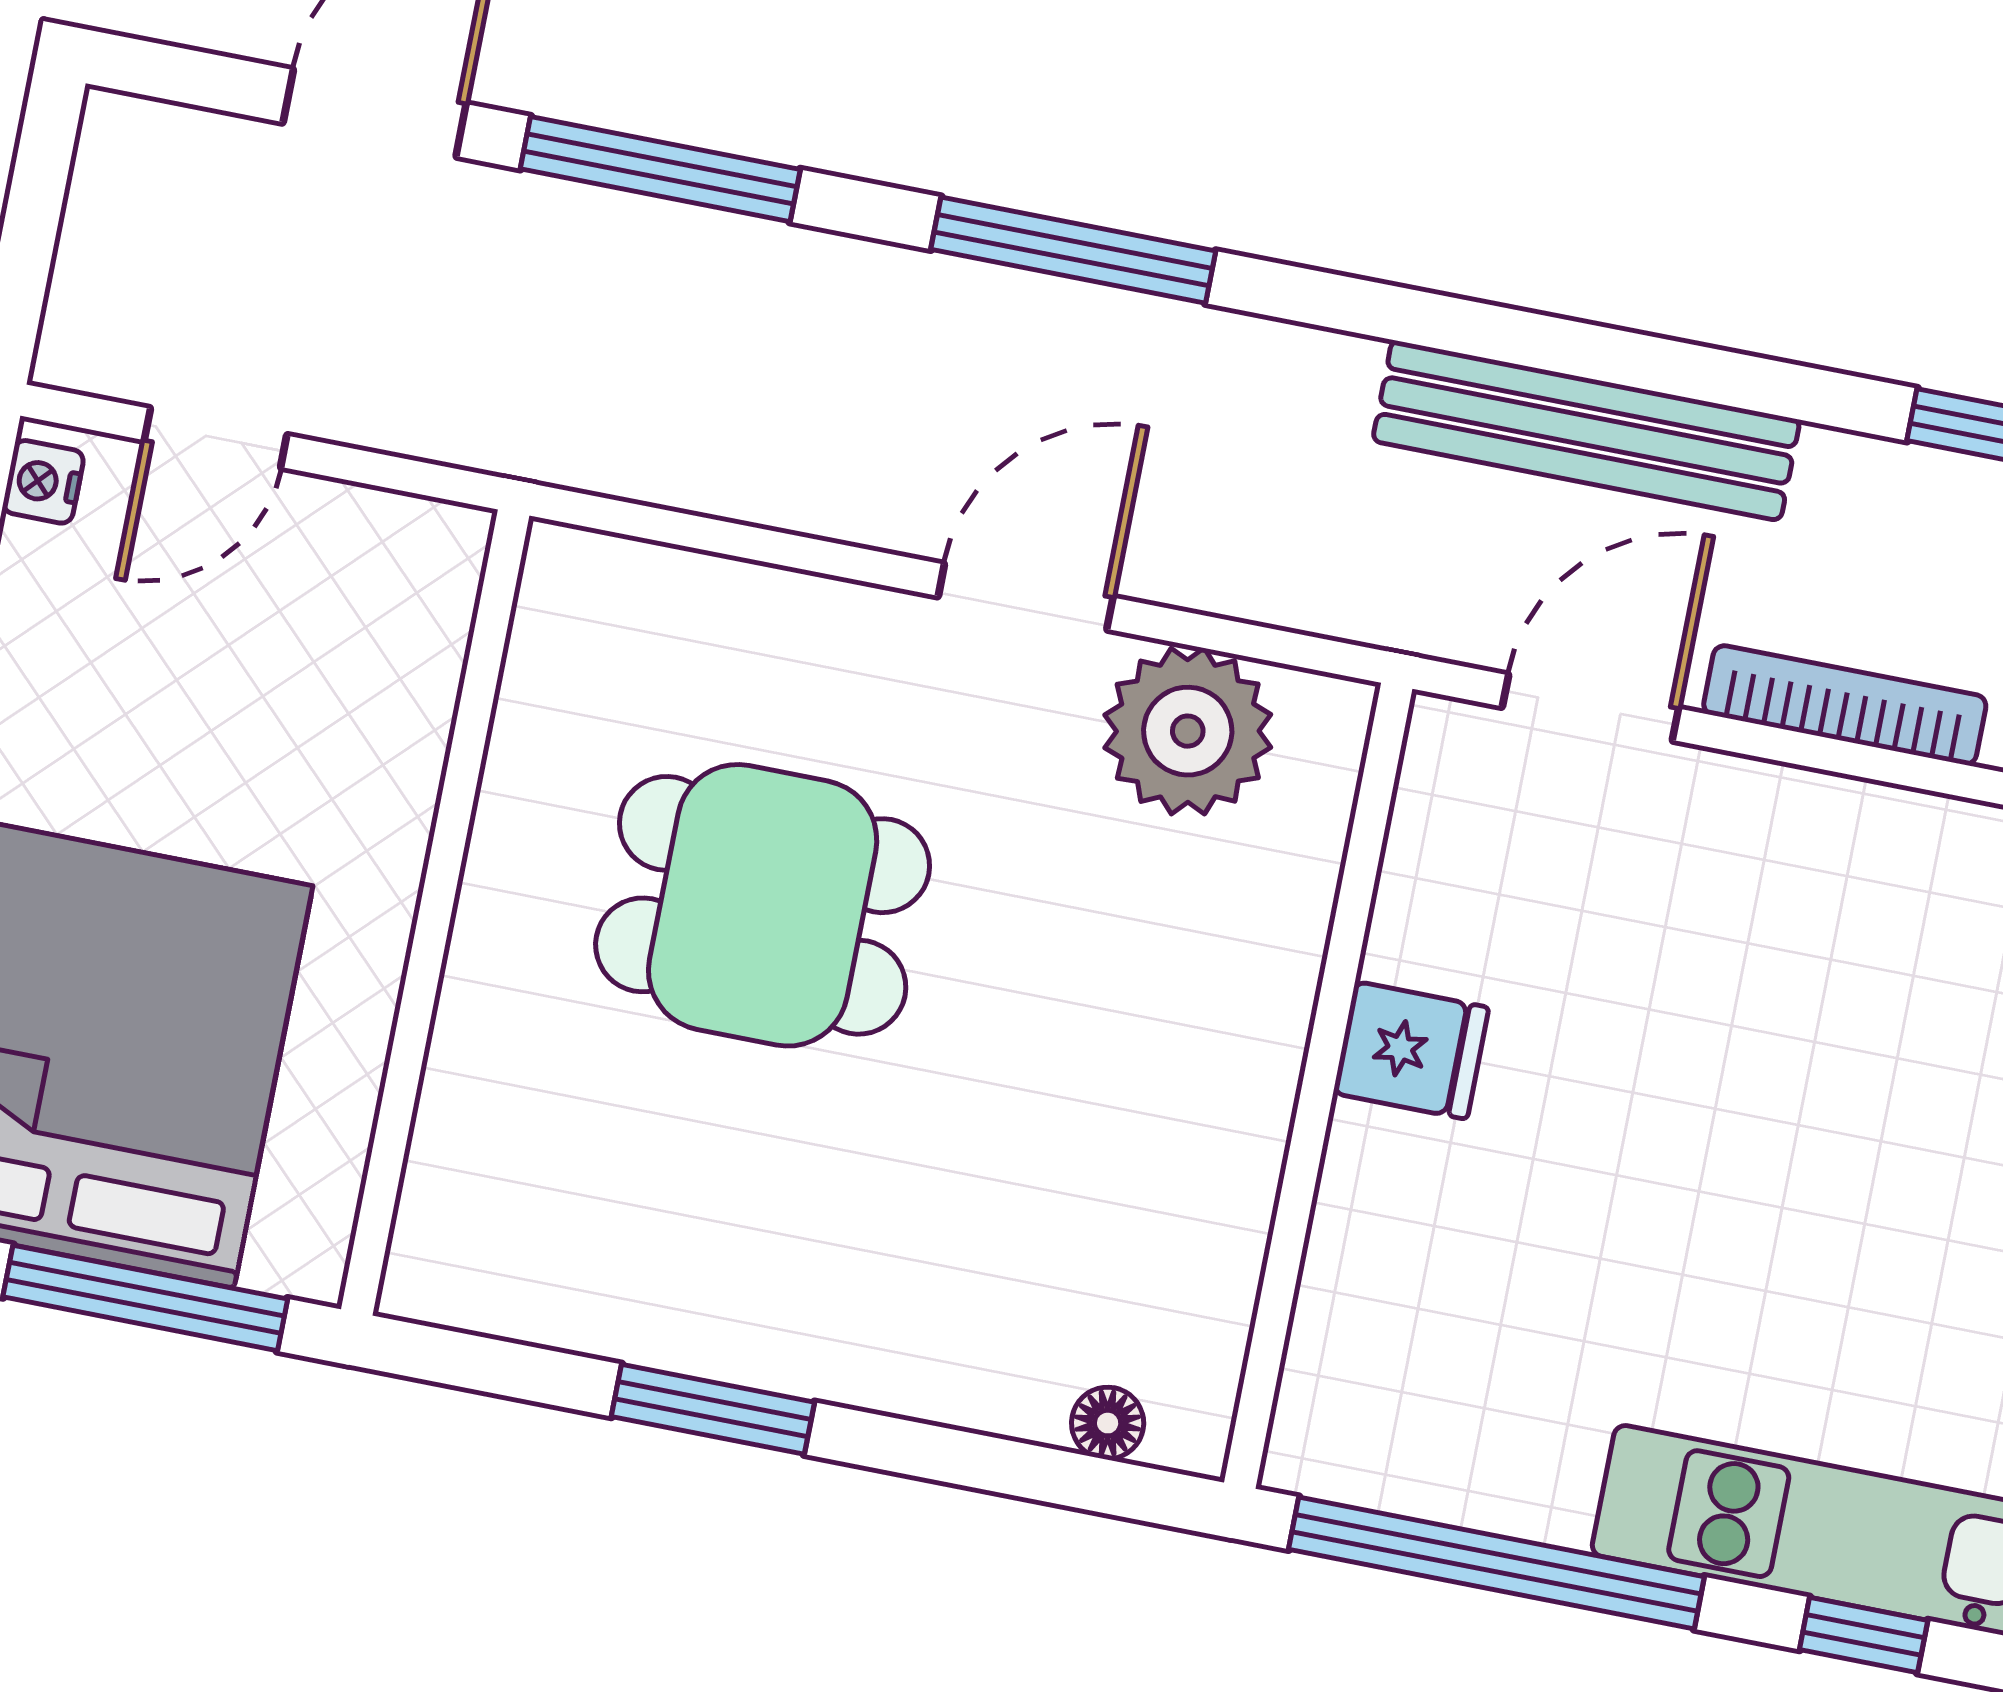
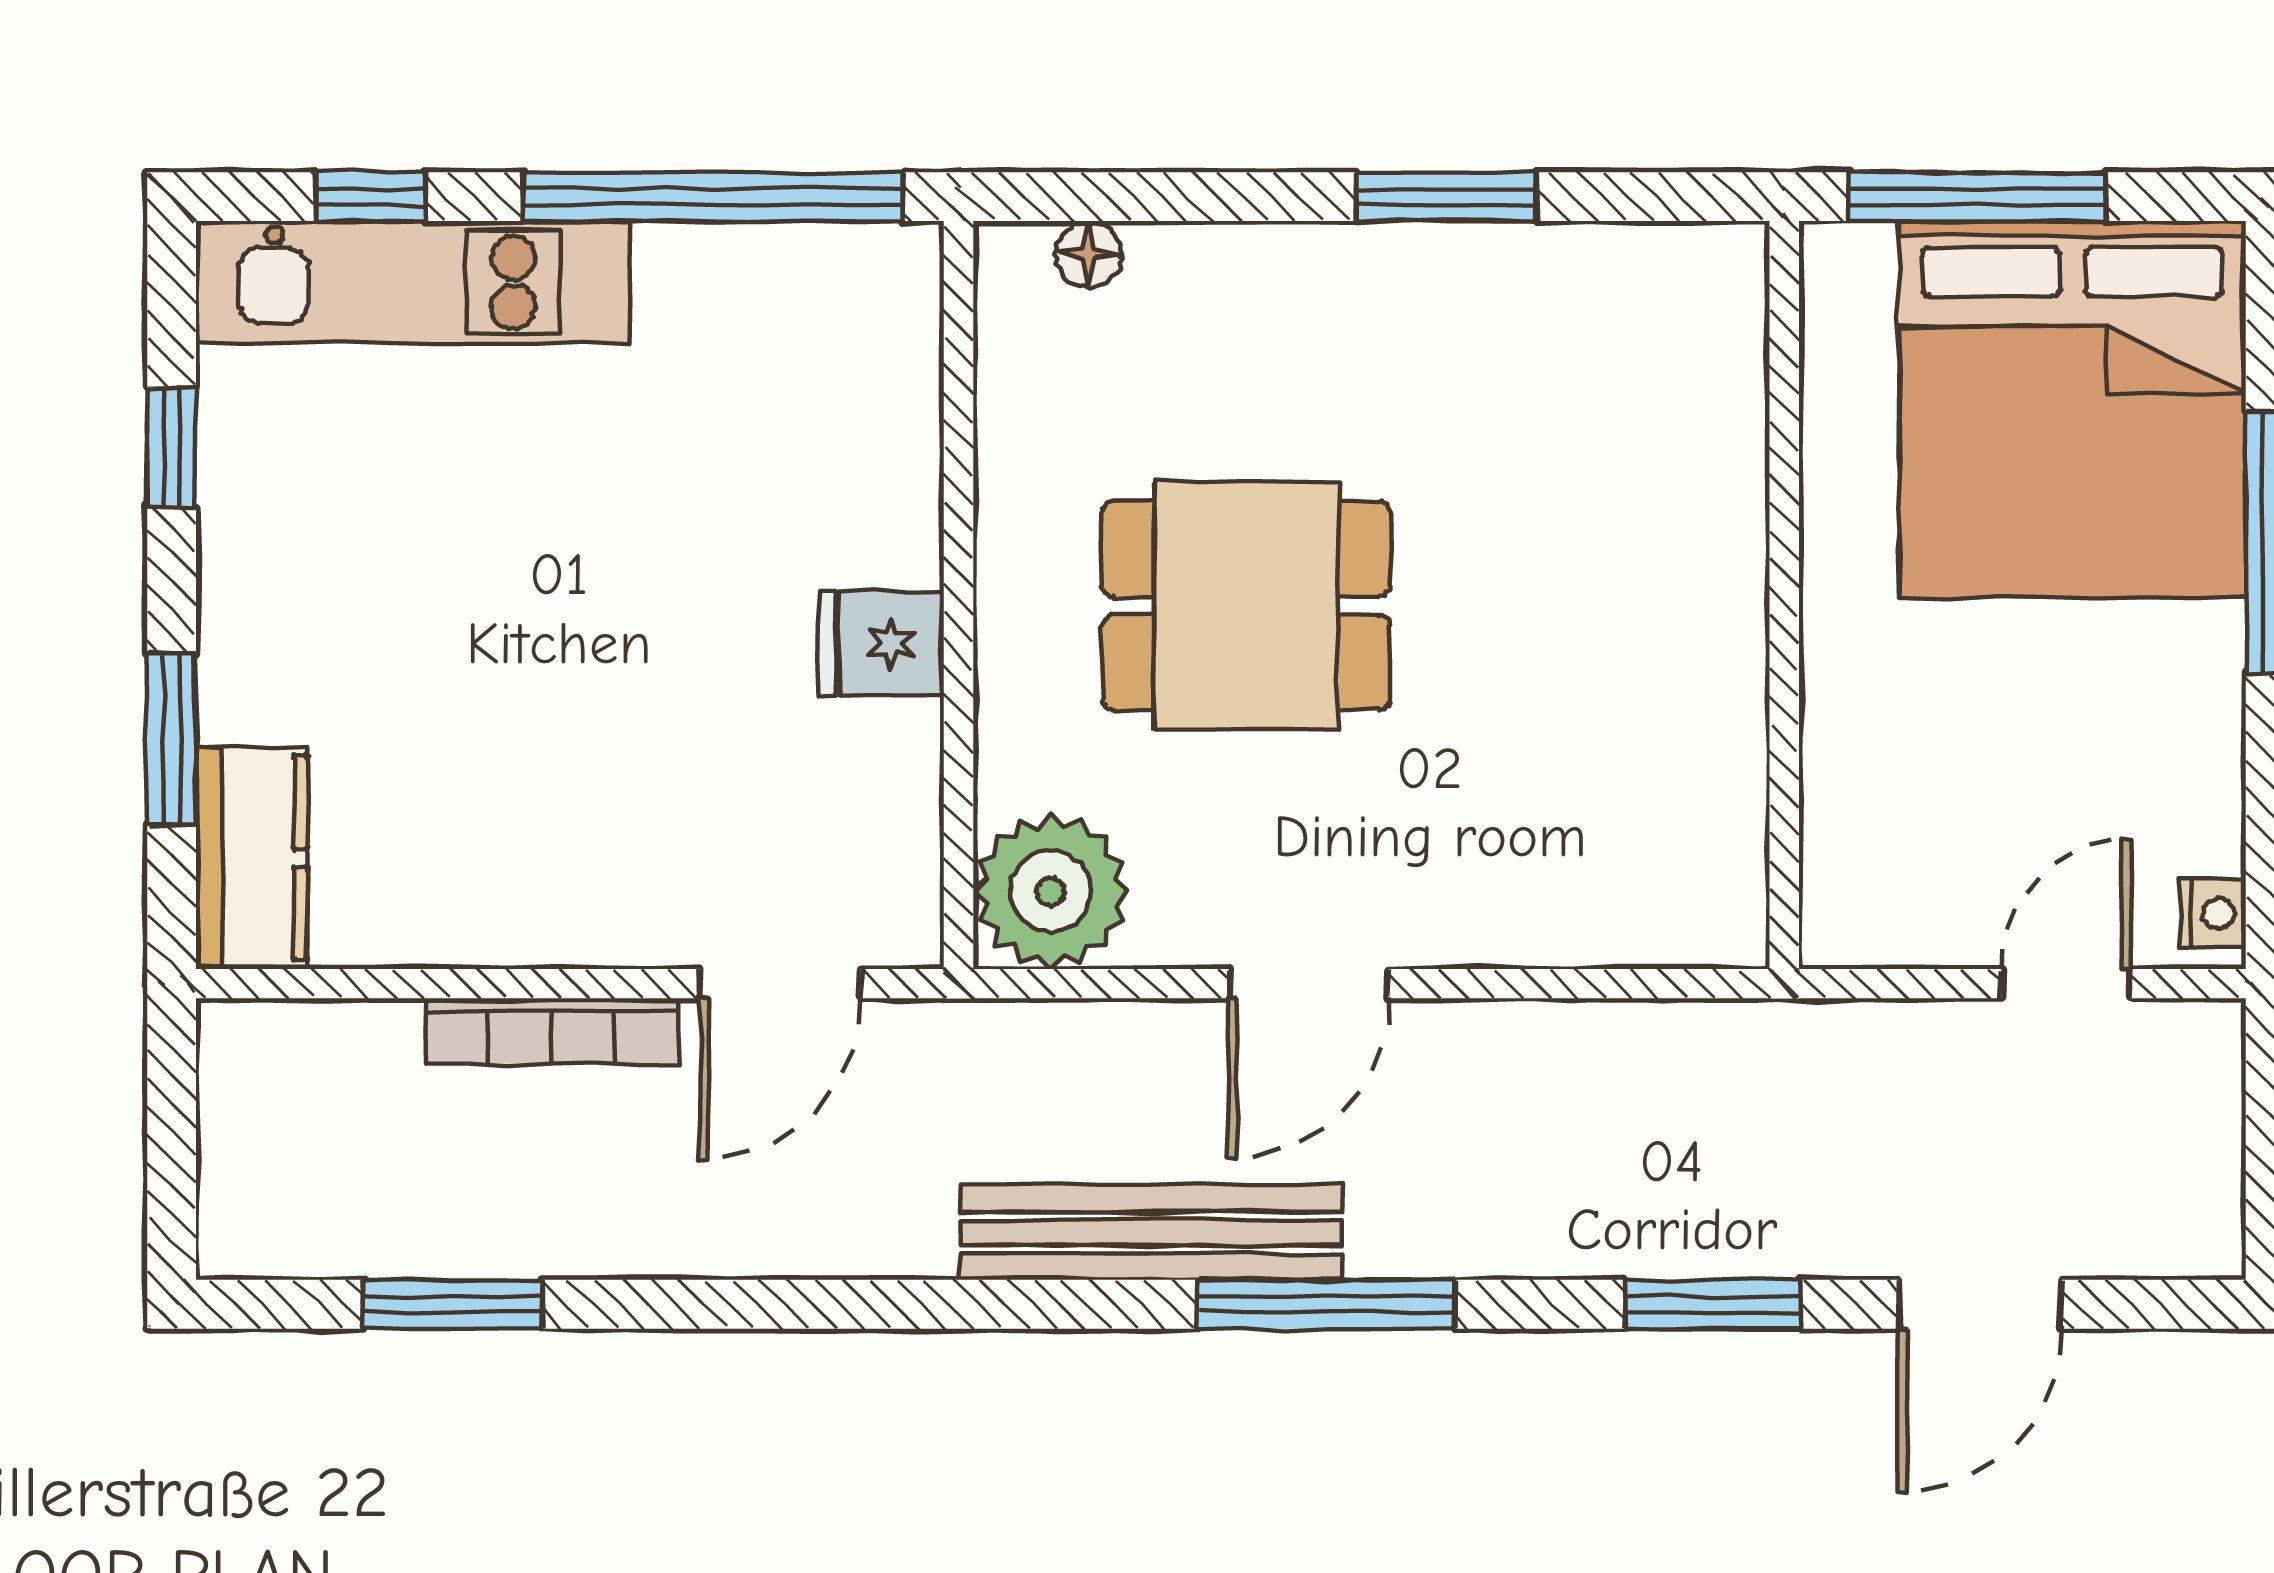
window: (660, 169) -> (1713, 1304), width x0.69
bench: (1586, 430) -> (1151, 1232), moved
plant: (1188, 731) -> (1051, 891), moved
dining table: (763, 905) -> (1246, 606), moved

